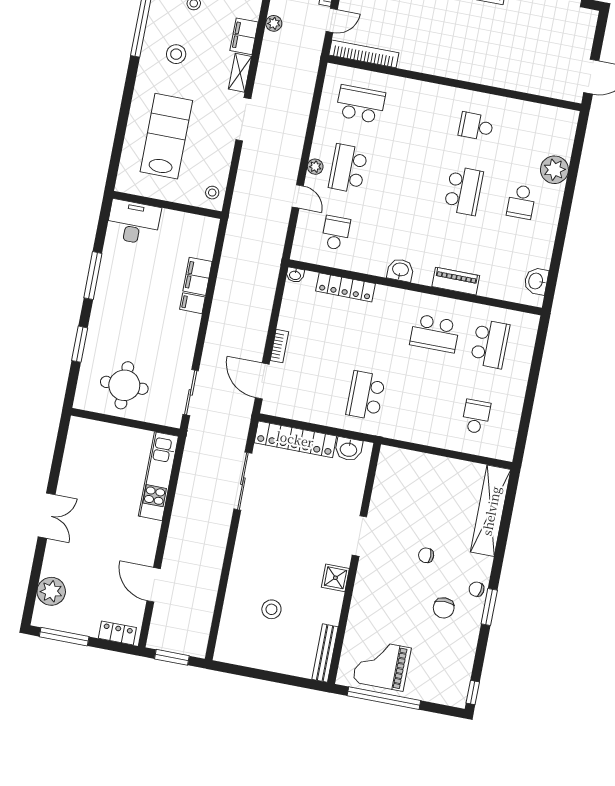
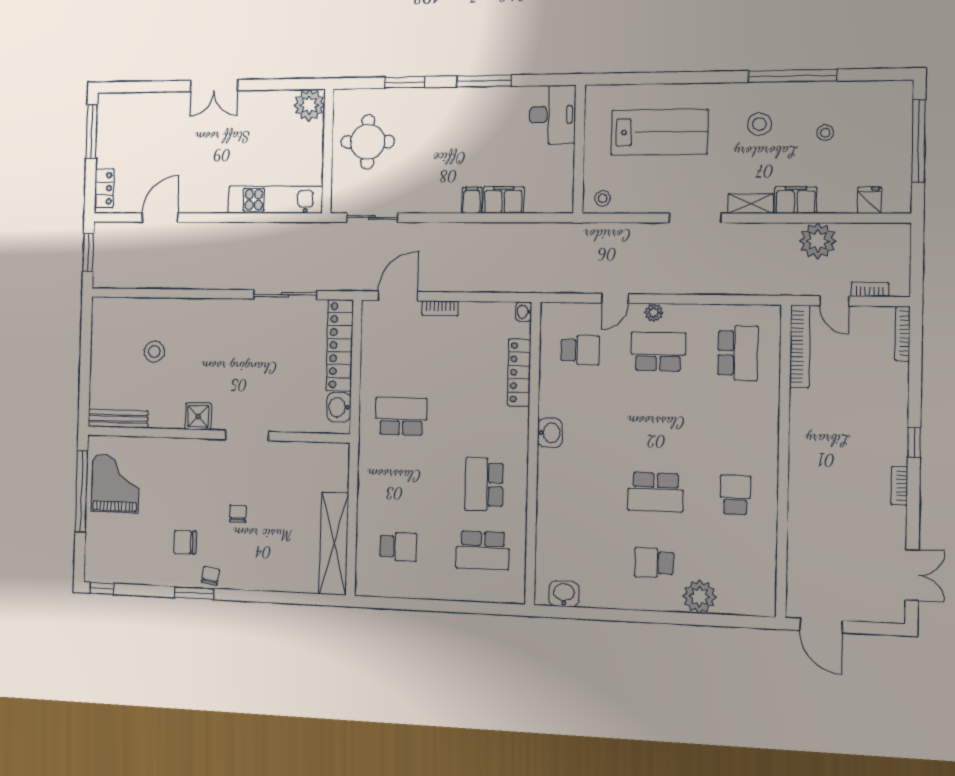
plant: (274, 23) -> (818, 241), width x1.88, depth x1.88
piano: (456, 281) -> (548, 499), removed
shelving: (491, 511) -> (334, 544), moved, turned 90
plant: (51, 591) -> (309, 105), moved

